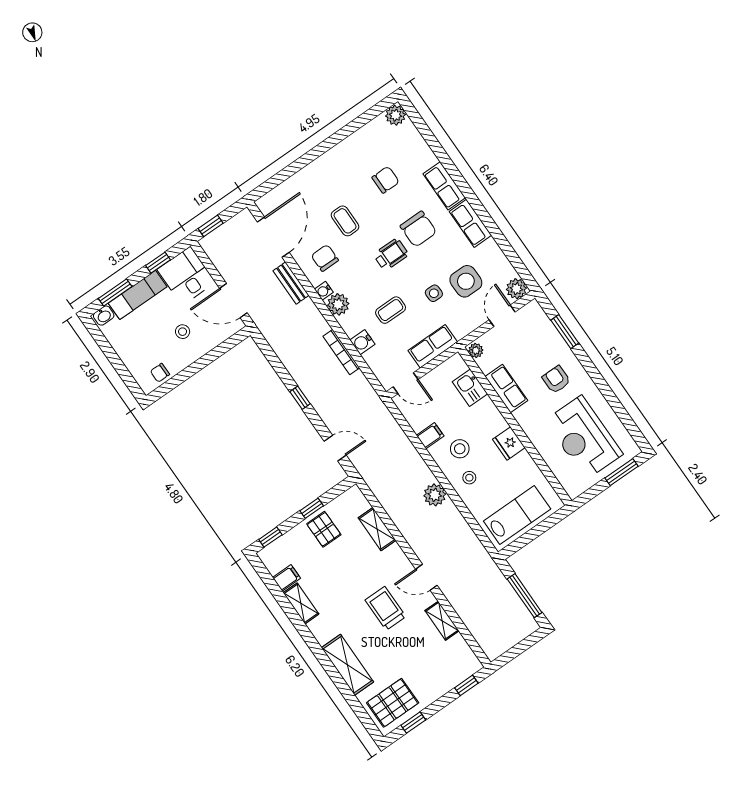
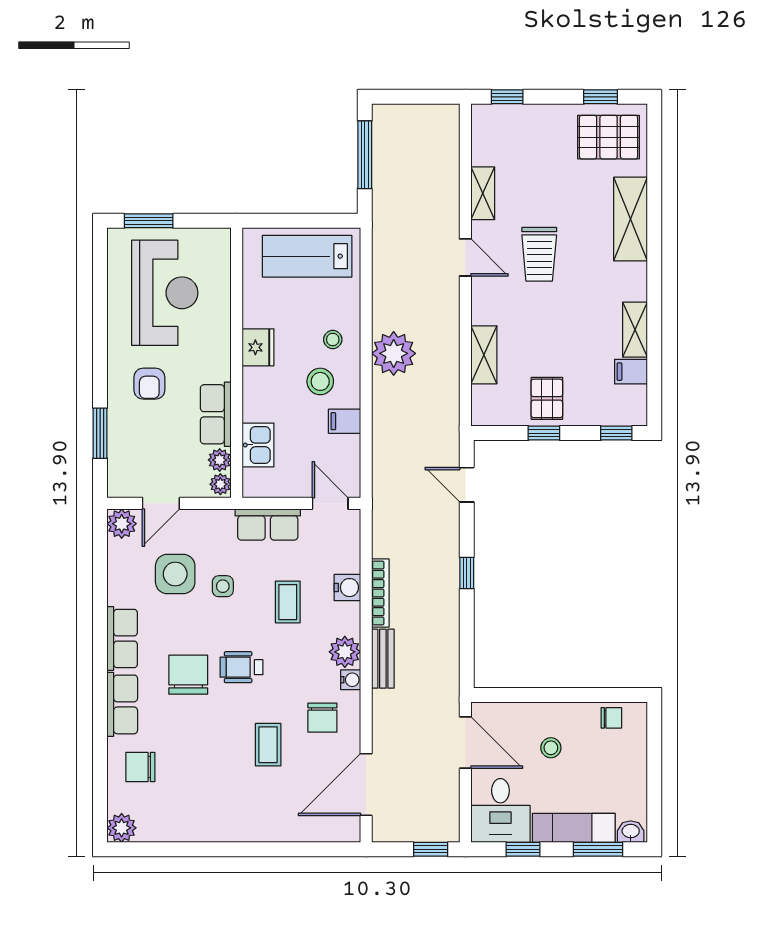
chair: (386, 180) -> (140, 767), moved
bench: (291, 283) -> (383, 659), moved
coffee table: (391, 310) -> (288, 602), turned 90
plant: (486, 364) -> (220, 460), added
plant: (435, 495) -> (394, 353), width x1.36, depth x1.36

